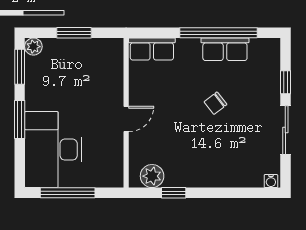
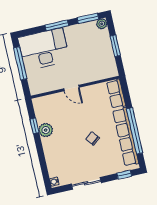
row of seats: (225, 49) -> (126, 137), width x2.02
window: (285, 82) -> (124, 175), moved
plant: (152, 176) -> (46, 130), moved

